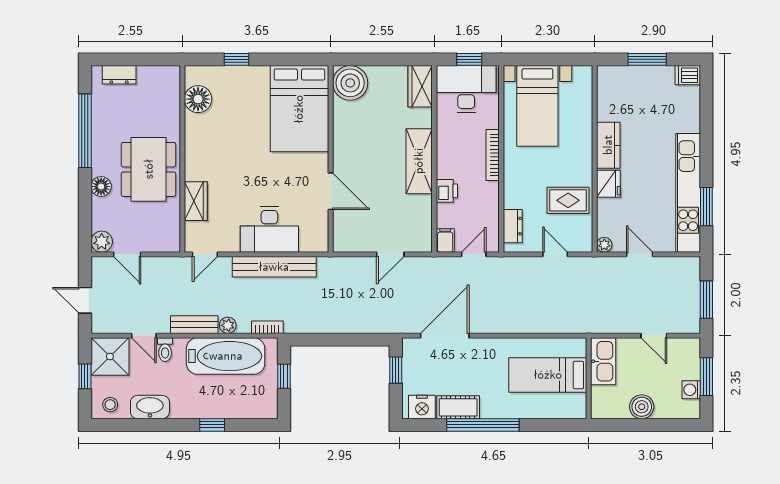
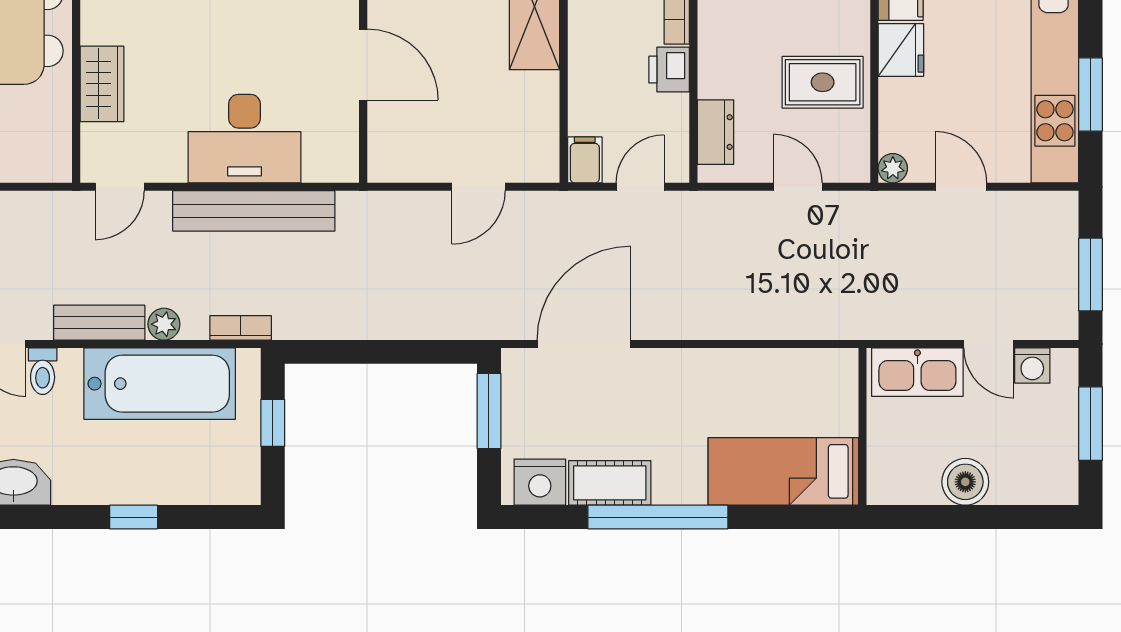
printer: (447, 191) -> (669, 70), moved, turned 180
kitchen sink: (603, 361) -> (917, 372), moved, turned 90
window: (396, 370) -> (489, 411), width x1.50
bed: (548, 375) -> (783, 471), moved
washing machine: (691, 390) -> (1032, 366), moved, turned -90

